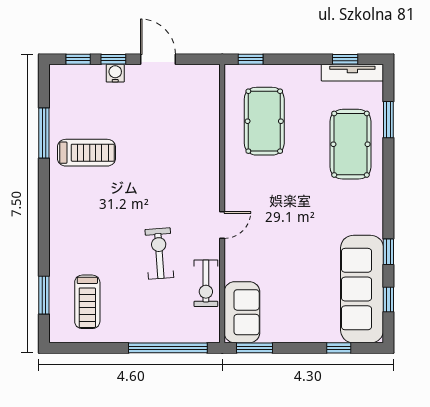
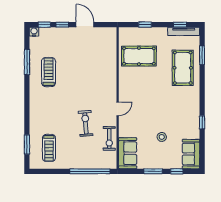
window: (251, 59) -> (145, 25), moved
water cooler: (115, 73) -> (34, 32), moved
pool table: (264, 121) -> (139, 56), turned 90
treadmill: (86, 153) -> (49, 72), turned -90
stool: (309, 280) -> (162, 137), added
sofa: (362, 289) -> (191, 154), width x0.54, depth x0.79
window: (388, 300) -> (202, 147), removed
window: (255, 348) -> (153, 171), moved

